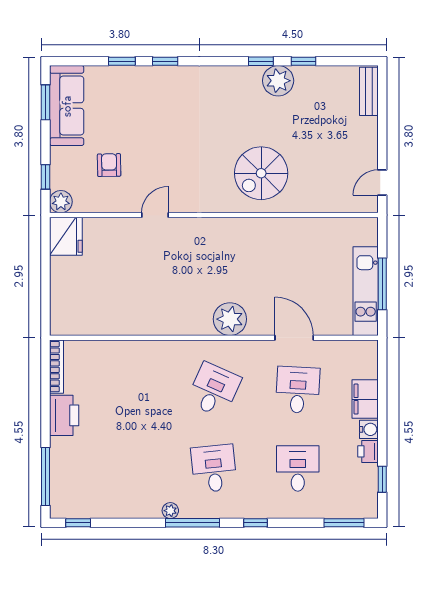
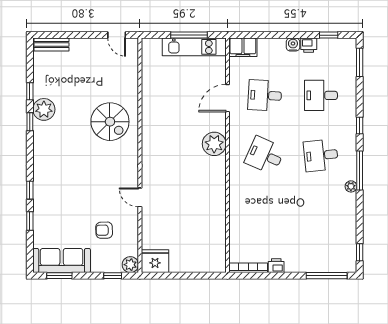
filing cabinet: (365, 399) -> (243, 47), moved
printer: (64, 415) -> (276, 266), width x0.53, depth x0.68

